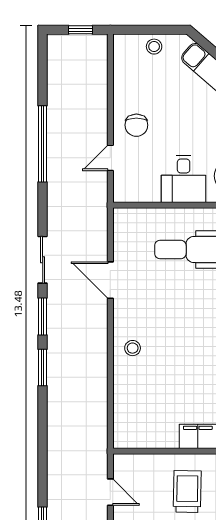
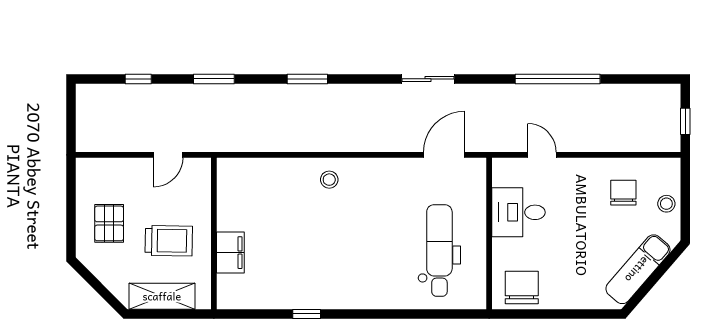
chair: (136, 125) -> (623, 193), moved, turned 90
desk: (184, 179) -> (518, 212), moved
door: (110, 280) -> (444, 155), moved
window: (43, 317) -> (214, 79), moved

